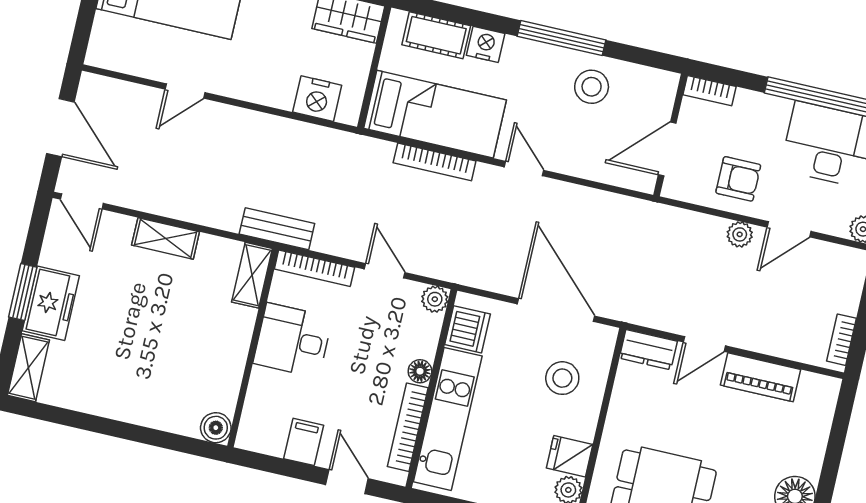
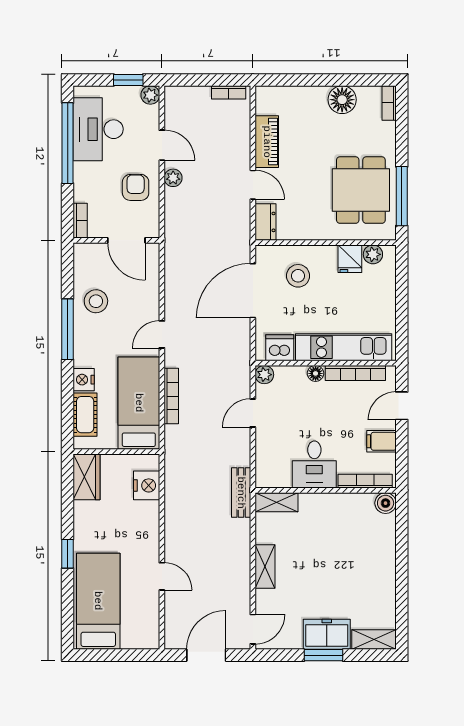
bookcase: (314, 268) -> (365, 481), moved, turned -90

